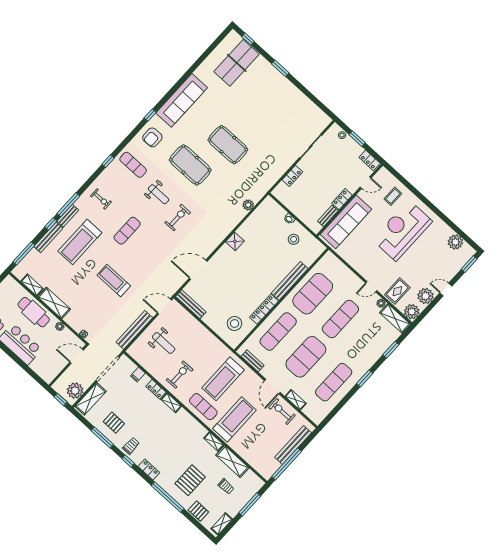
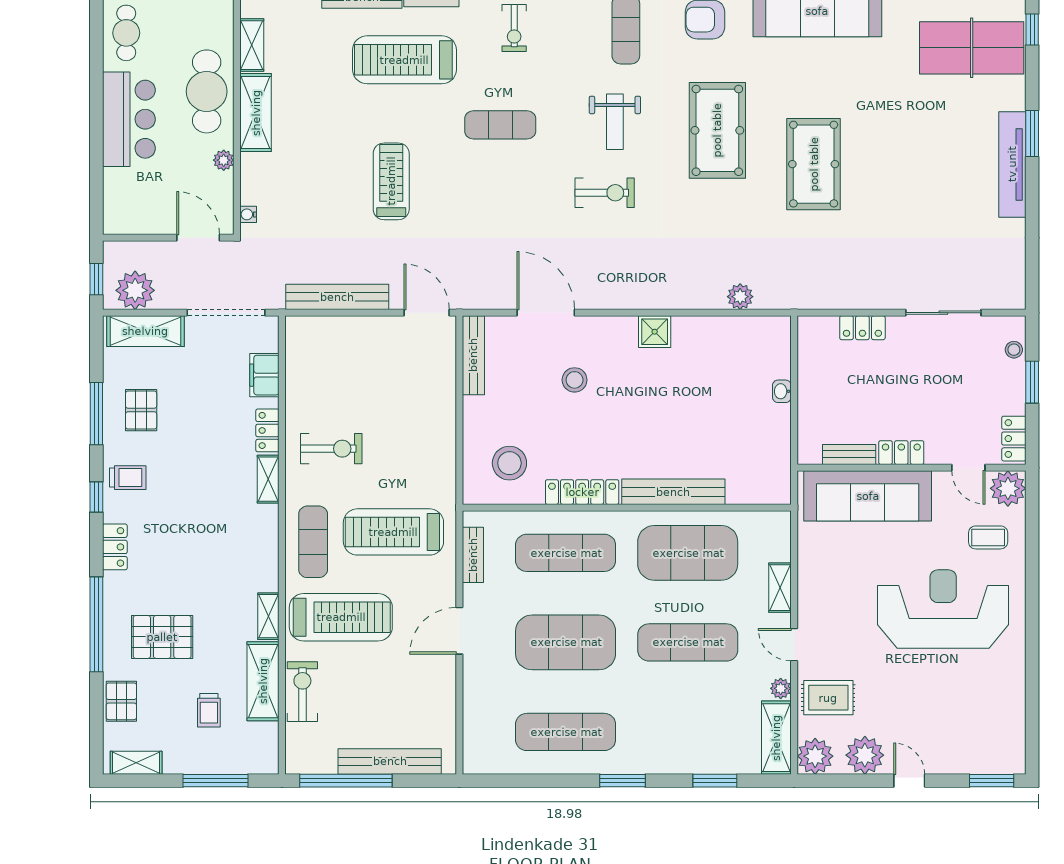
tv unit: (284, 83) -> (1012, 164), added
stool: (294, 239) -> (575, 380), moved
plant: (455, 242) -> (1008, 488), moved
weight bench: (164, 343) -> (361, 370), removed
filing cabinet: (138, 374) -> (264, 375), width x2.00
shelving: (296, 400) -> (780, 588), moved
exercise bike: (282, 411) -> (302, 692), moved

